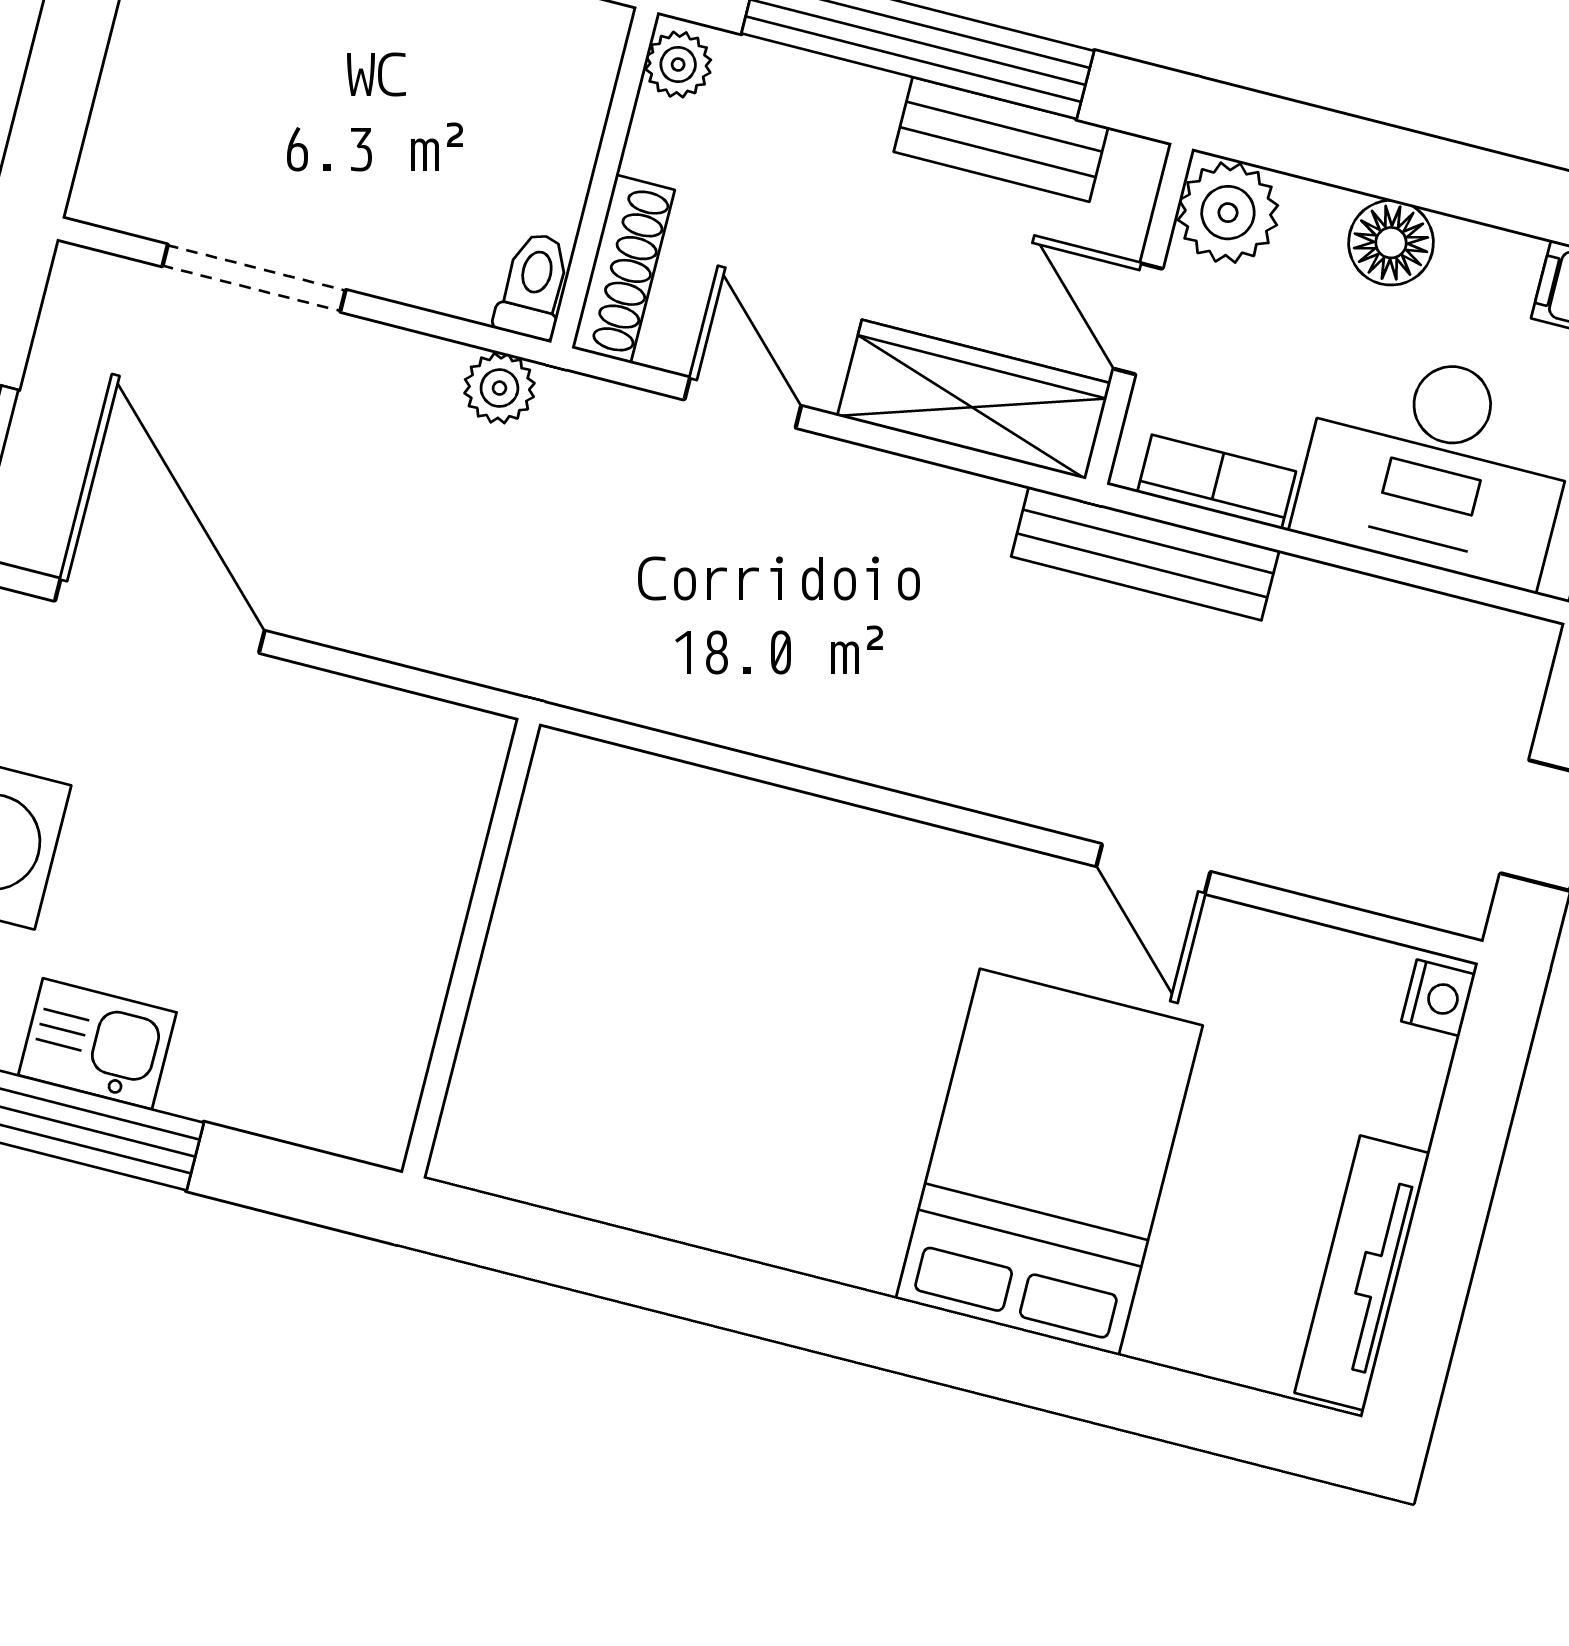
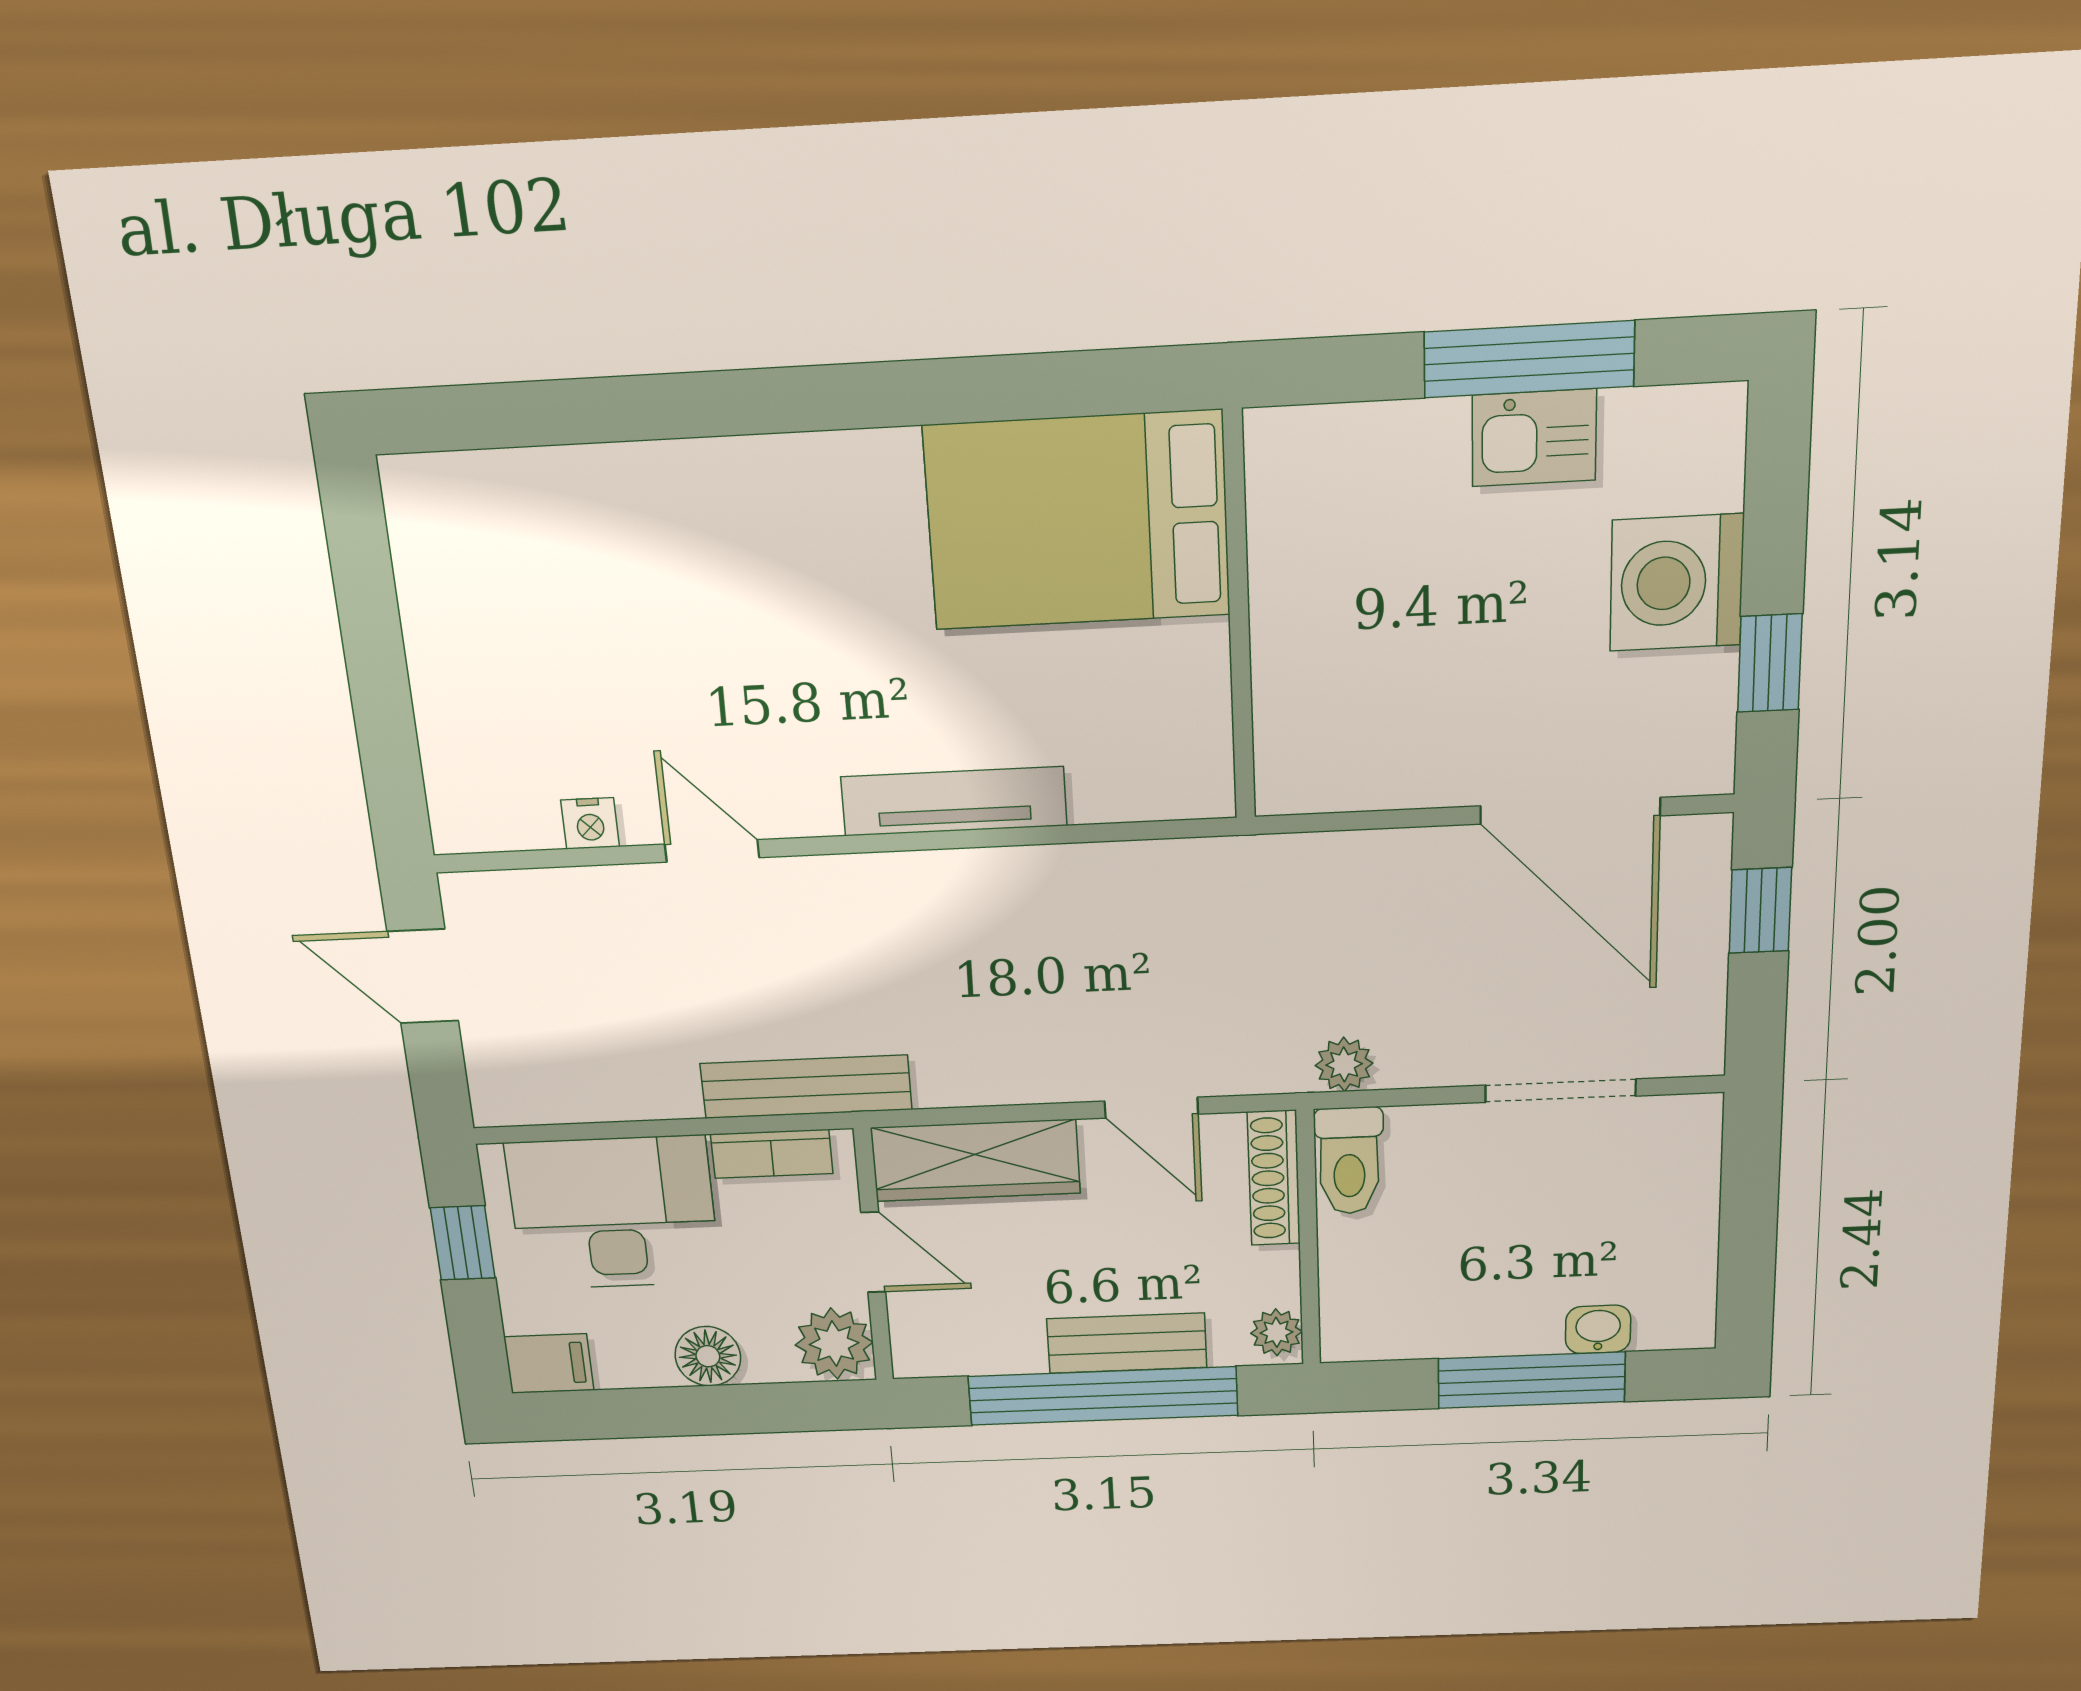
bench: (1001, 139) -> (1127, 1343), moved
toilet: (533, 286) -> (1349, 1161), width x1.37, depth x1.39
nightstand: (1438, 998) -> (590, 823), moved, turned -90
bed: (1049, 1162) -> (1077, 521), moved, turned 90
tv unit: (1362, 1273) -> (954, 801), moved, turned -90

